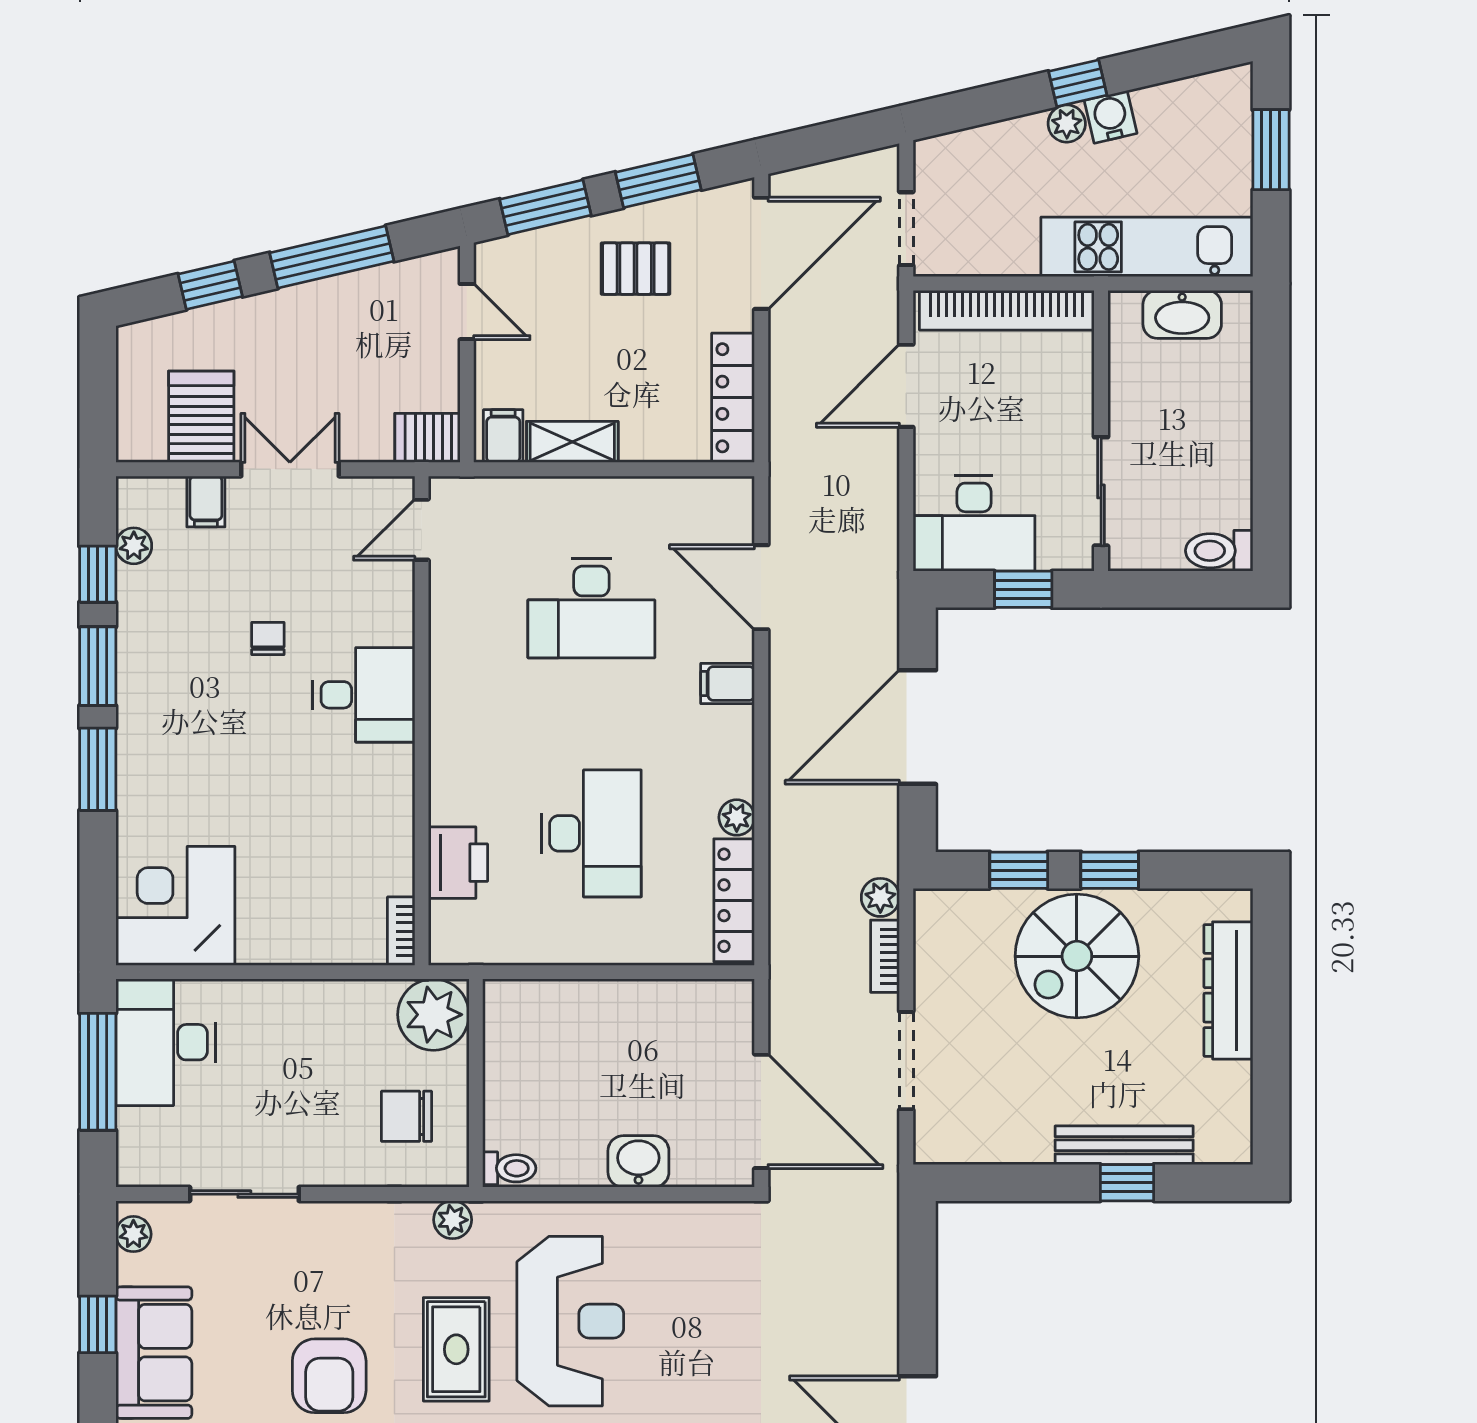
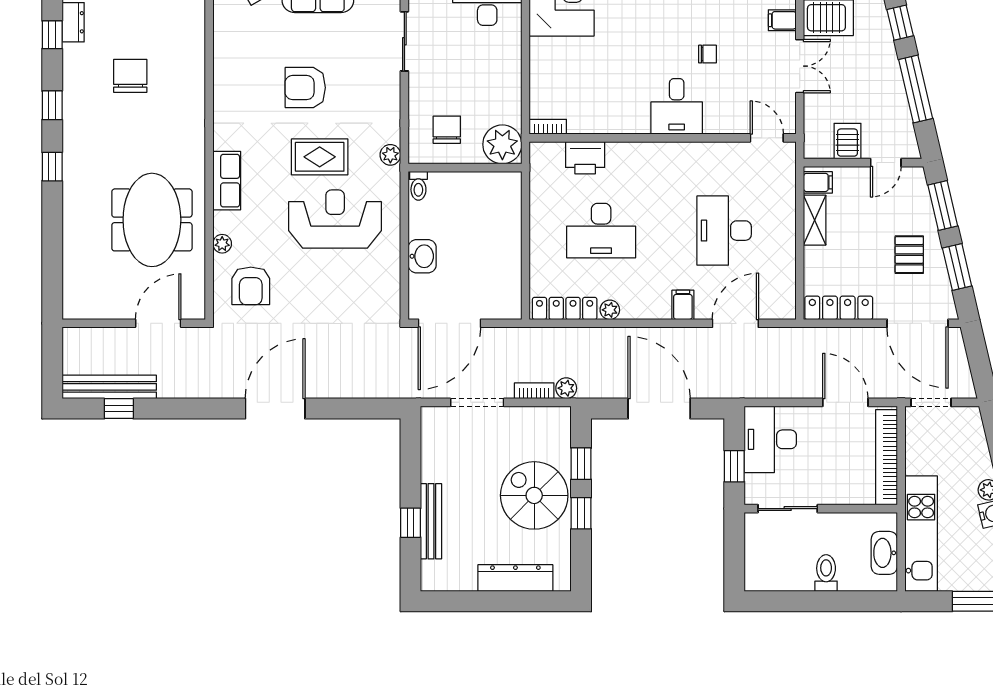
server rack: (427, 438) -> (847, 141), moved
toilet: (1219, 551) -> (826, 573), moved
reception desk: (570, 1321) -> (335, 219), turned 180

